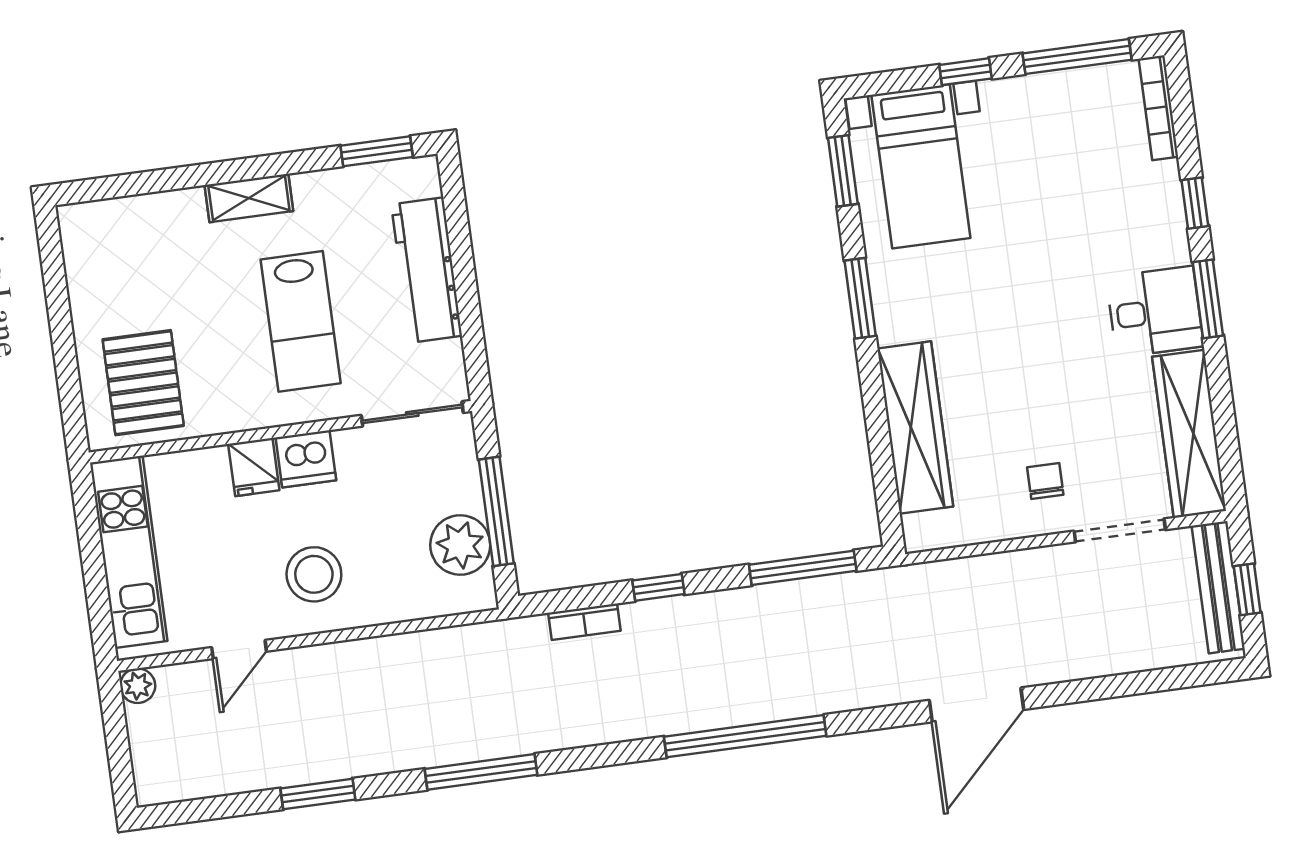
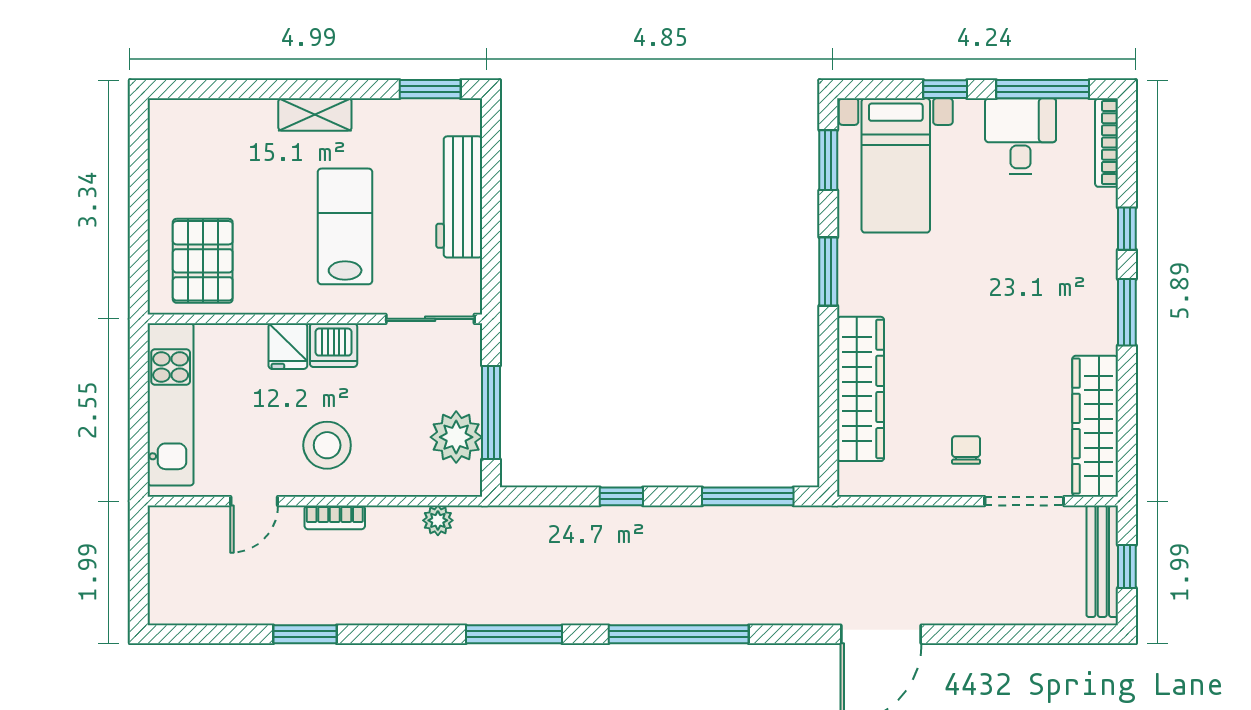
desk: (1155, 312) -> (1021, 136), moved, turned -90
lab bench: (301, 321) -> (345, 226), turned 180
bookcase: (584, 622) -> (335, 517), moved
plant: (138, 686) -> (438, 520), moved
window: (481, 772) -> (514, 634), moved

